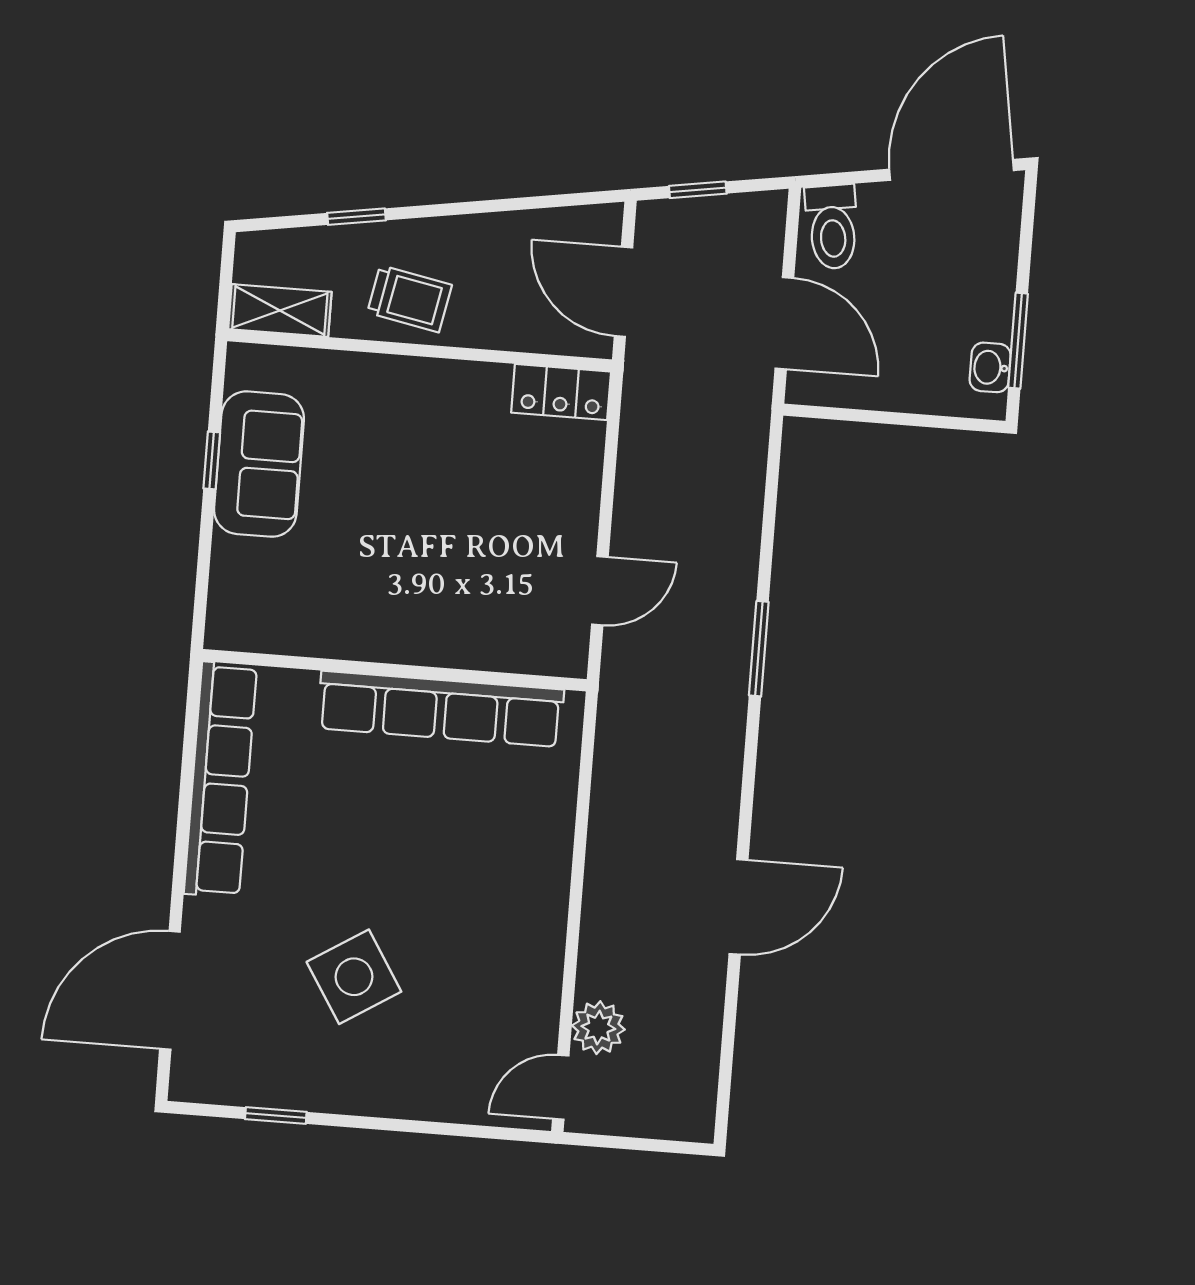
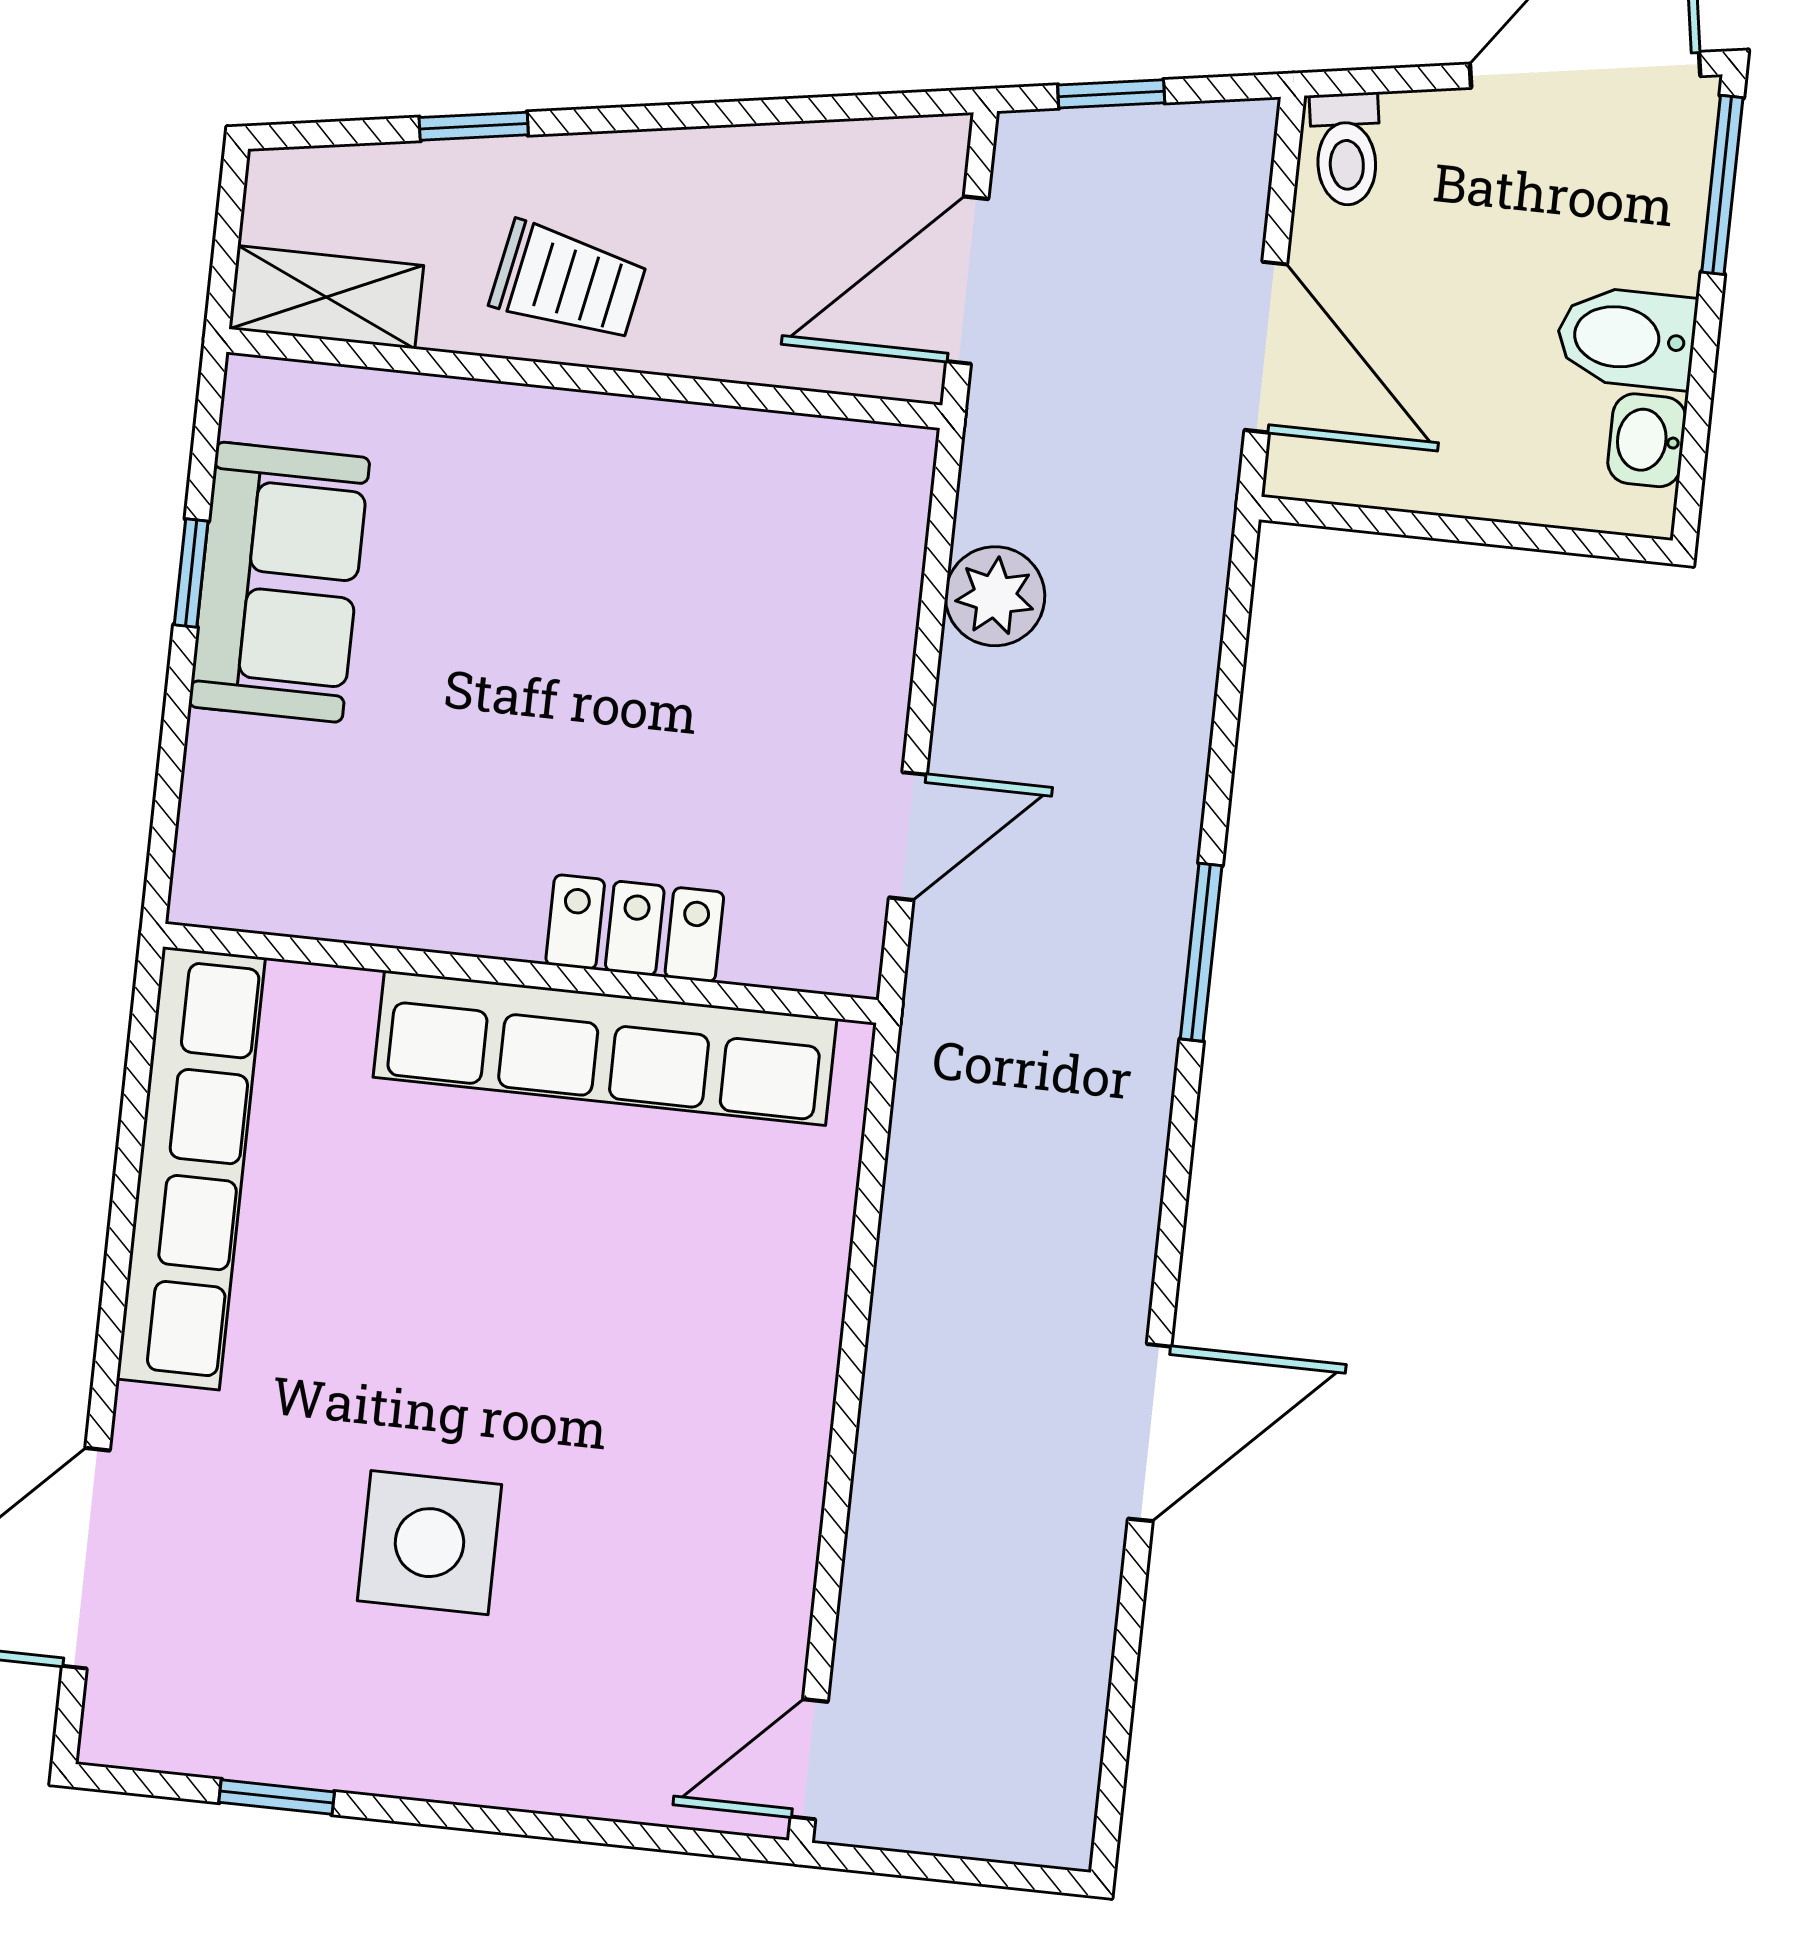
toilet: (832, 227) -> (1346, 149), width x0.73, depth x0.72
door: (623, 292) -> (967, 280), hinge flipped
bidet: (978, 313) -> (1626, 338), added
window: (1018, 341) -> (1722, 185), moved
locker: (561, 392) -> (635, 928), moved, turned 180
side table: (354, 977) -> (430, 1543), turned 32
plant: (598, 1028) -> (995, 596), moved

